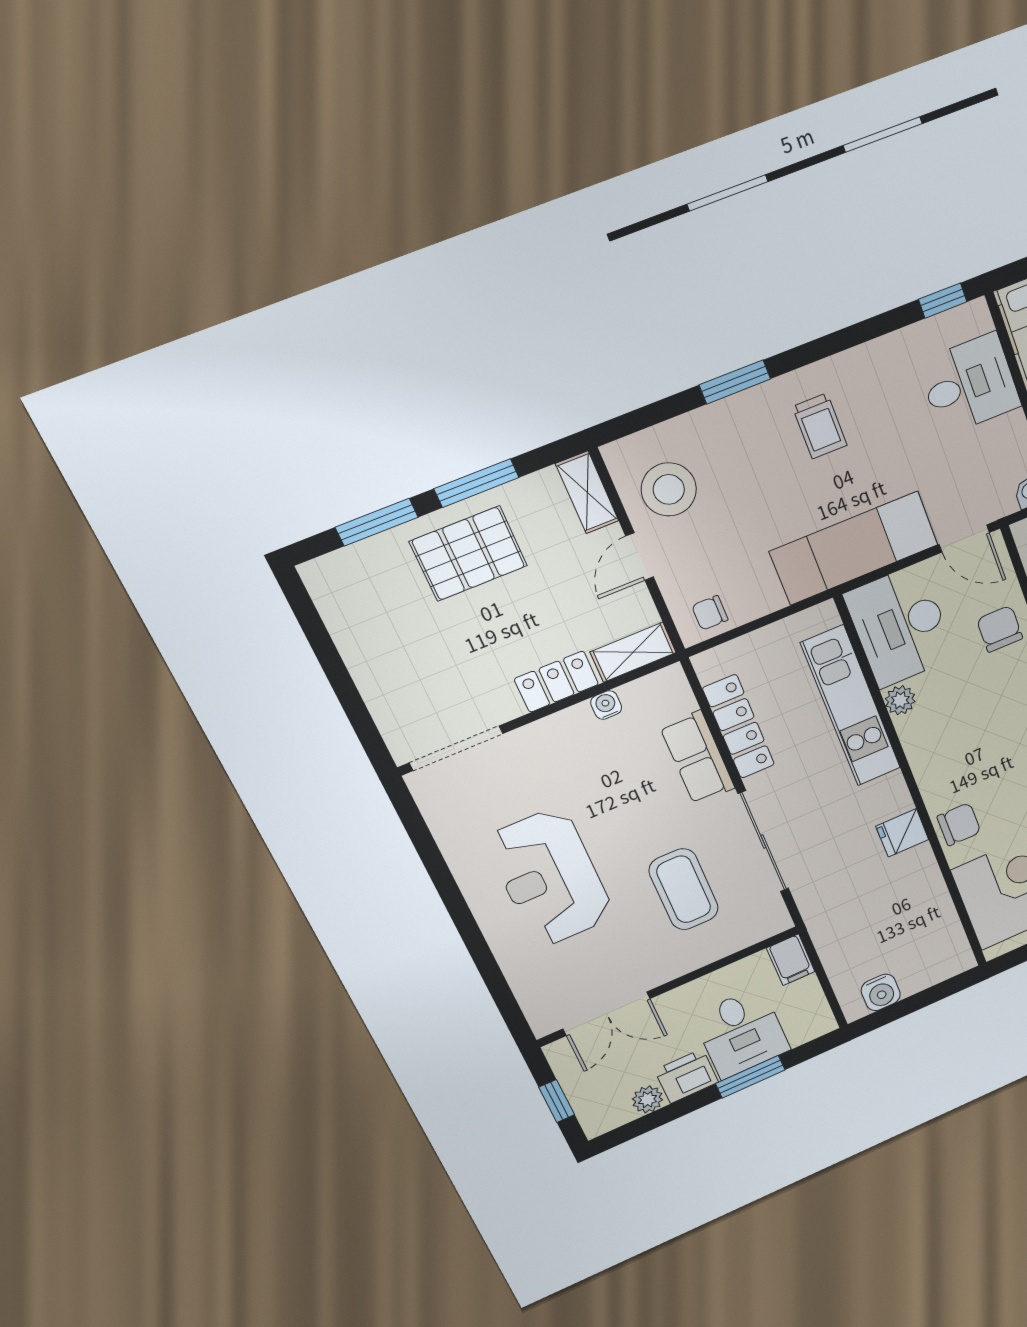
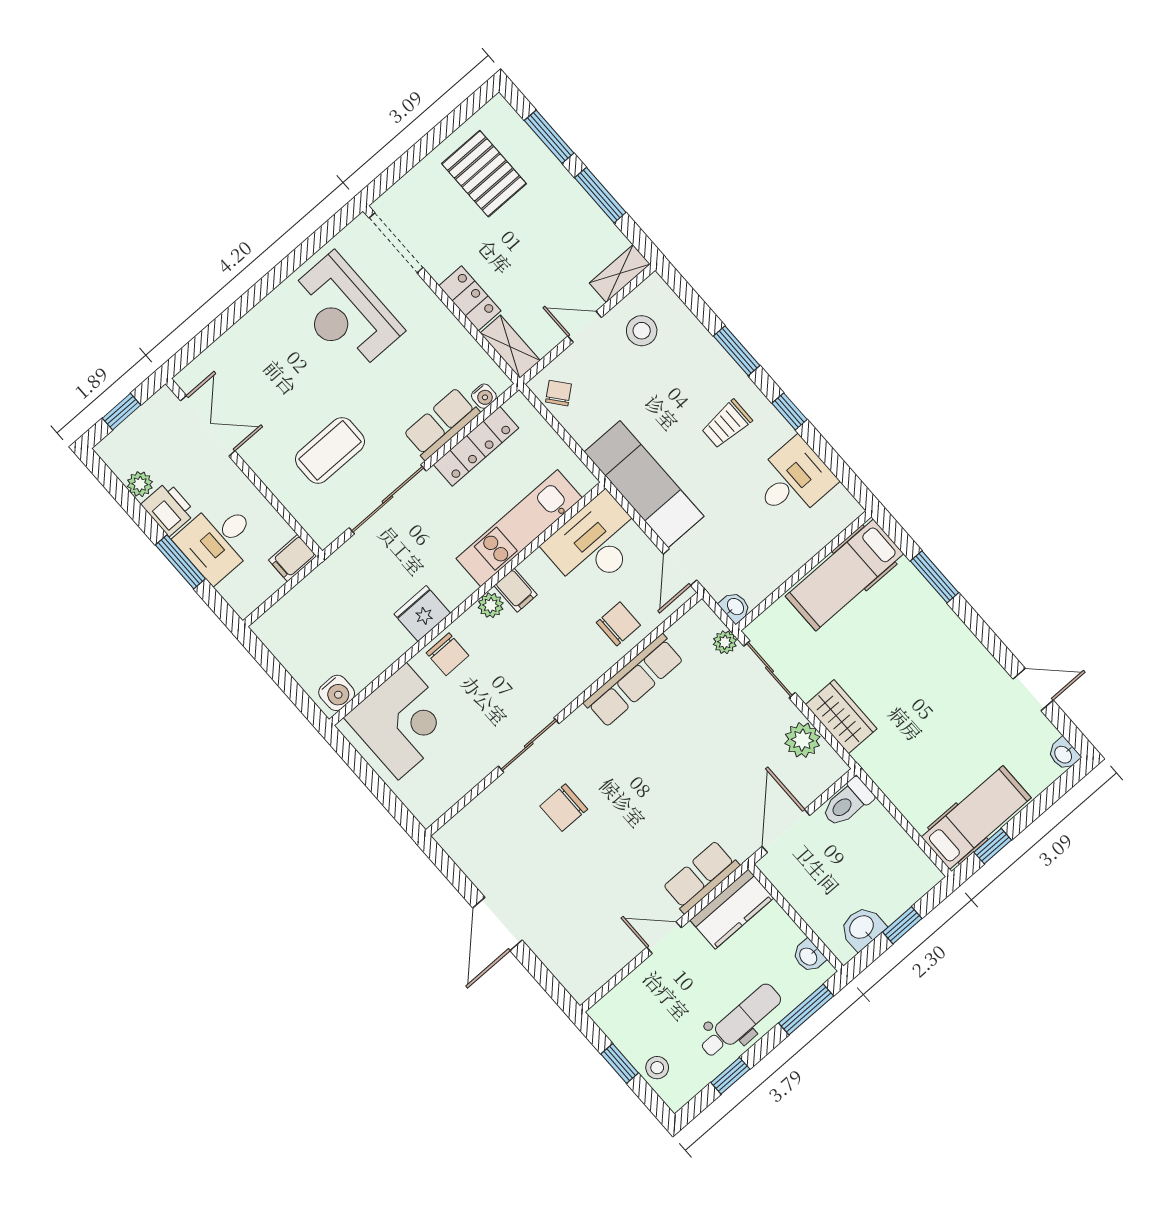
window: (943, 301) -> (789, 411), moved
desk: (969, 384) -> (793, 480), moved, turned -90
stool: (669, 489) -> (642, 331), width x0.73, depth x0.73
pallet: (469, 554) -> (484, 174), moved
chair: (710, 613) -> (559, 393), turned 51
plant: (900, 700) -> (491, 605), moved
water cooler: (606, 705) -> (484, 396), moved, turned 90
filing cabinet: (919, 731) -> (516, 590), added
fridge: (902, 833) -> (422, 614), width x1.38
reception desk: (550, 878) -> (345, 312), moved, turned -90
water cooler: (881, 992) -> (337, 693), moved, turned -90
double door: (607, 1014) -> (208, 426), swing flipped

